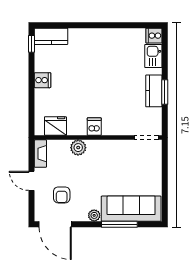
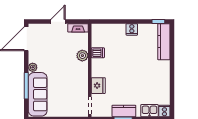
kitchen counter: (51, 36) -> (164, 42), width x1.50
fridge: (55, 126) -> (98, 86), moved
dishwasher: (94, 127) -> (98, 53), moved
armchair: (62, 195) -> (48, 43), removed

